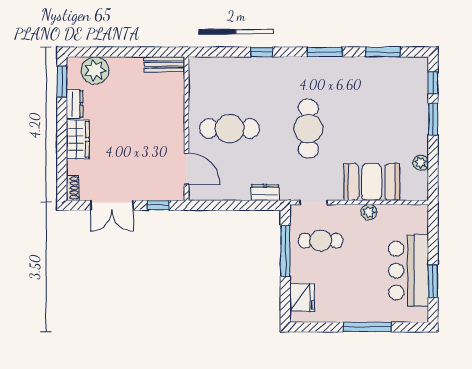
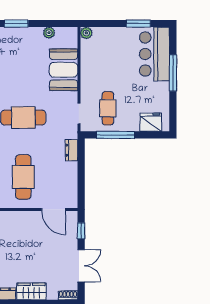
door: (186, 169) -> (54, 209), swing flipped
plant: (369, 212) -> (86, 33), moved
bar counter: (408, 271) -> (155, 54), moved, turned 90

